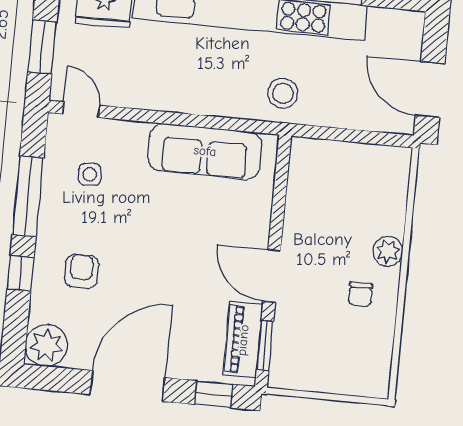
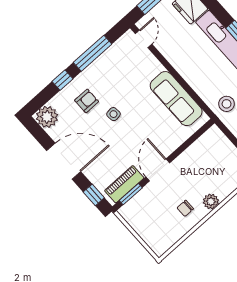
side table: (90, 174) -> (114, 114), moved

